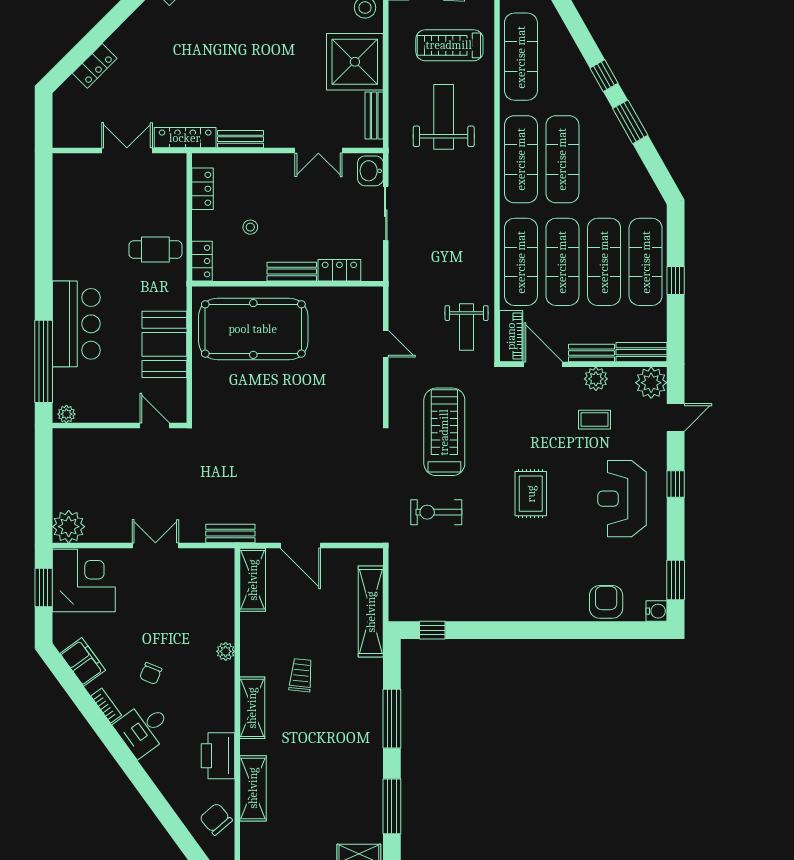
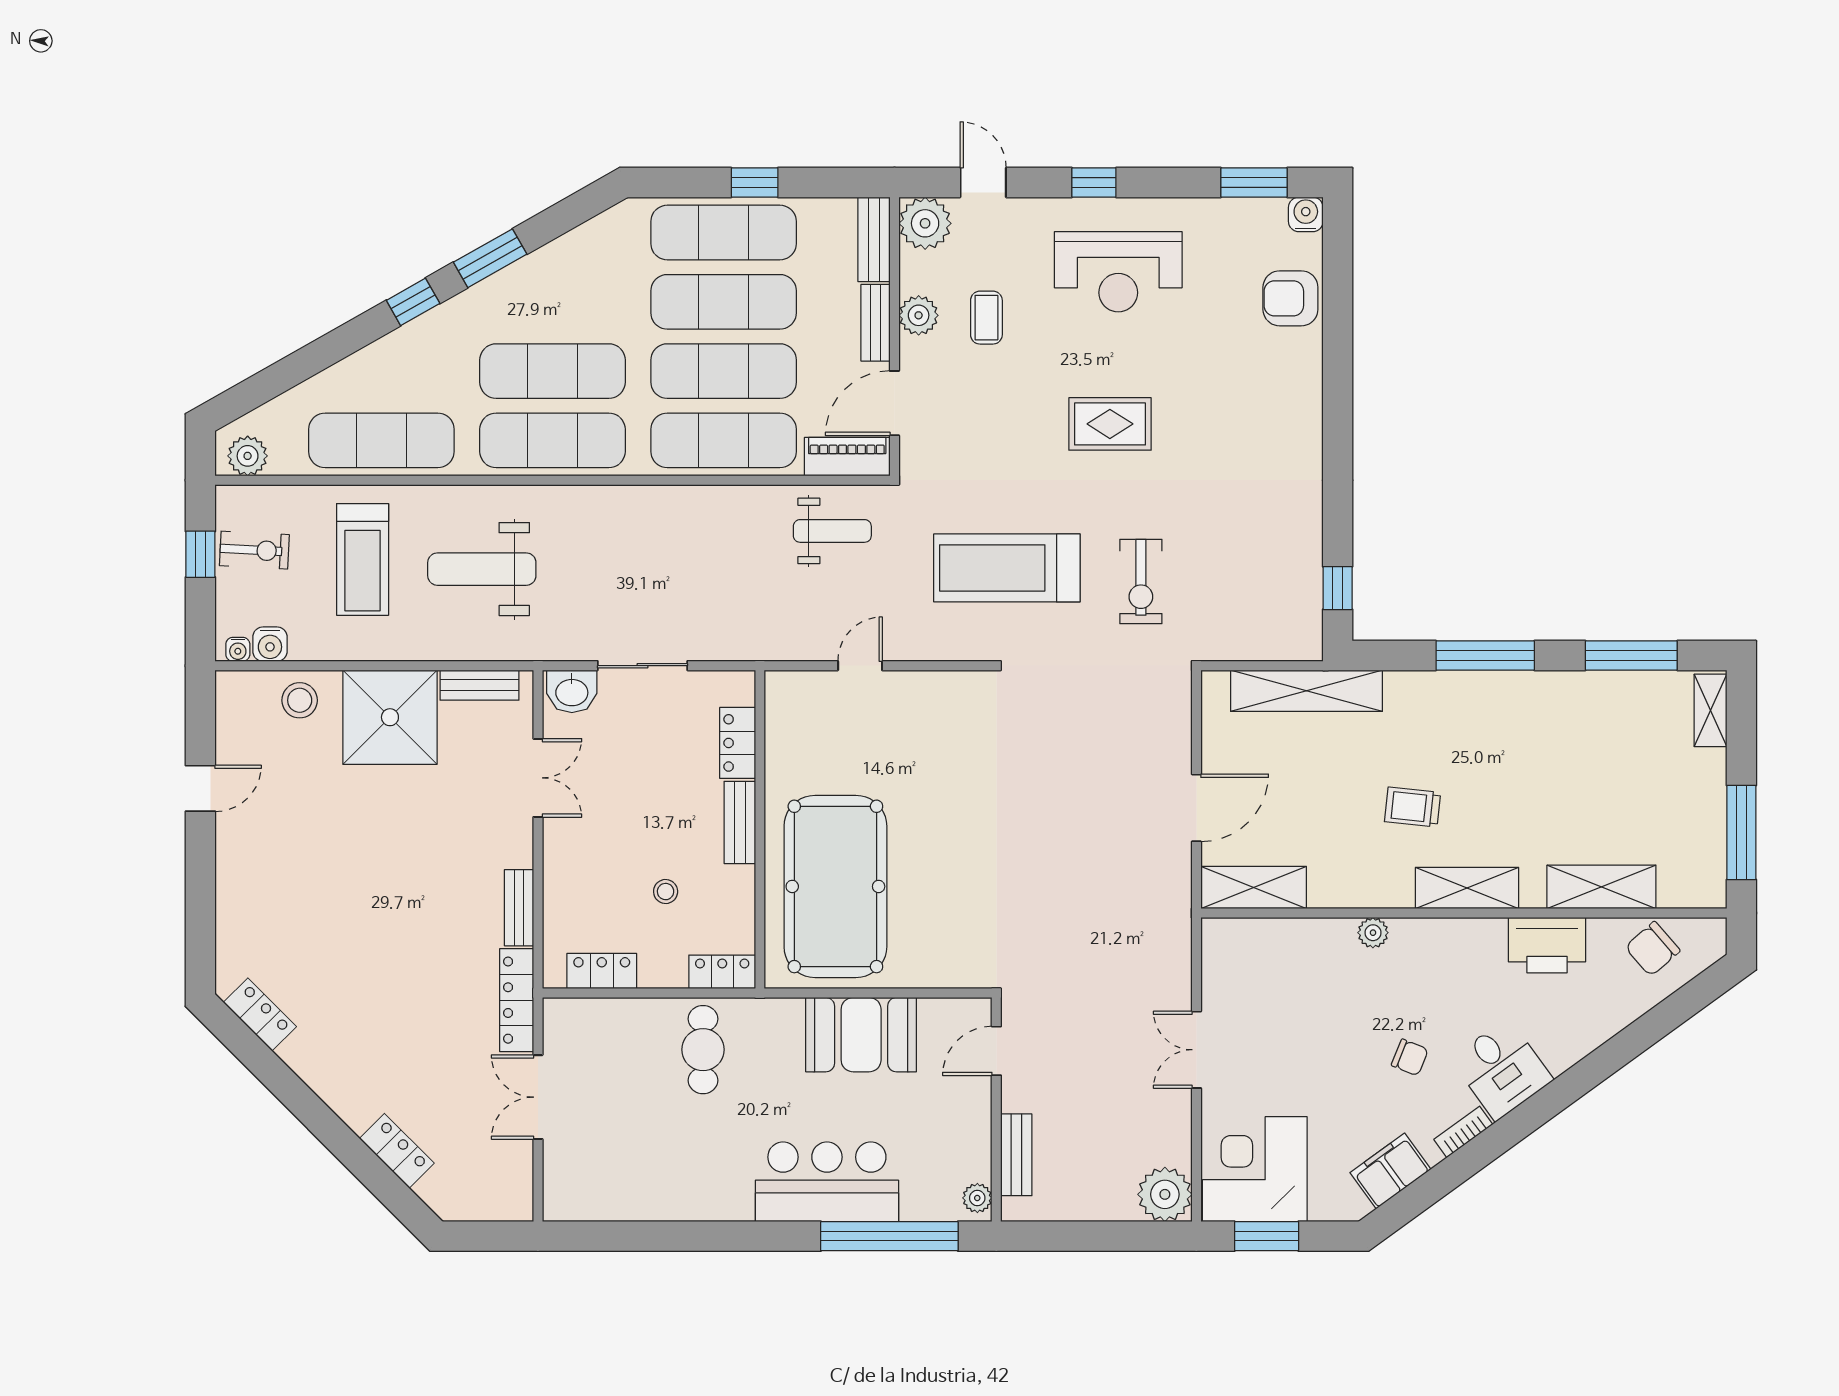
bench: (230, 534) -> (1016, 1155), moved

